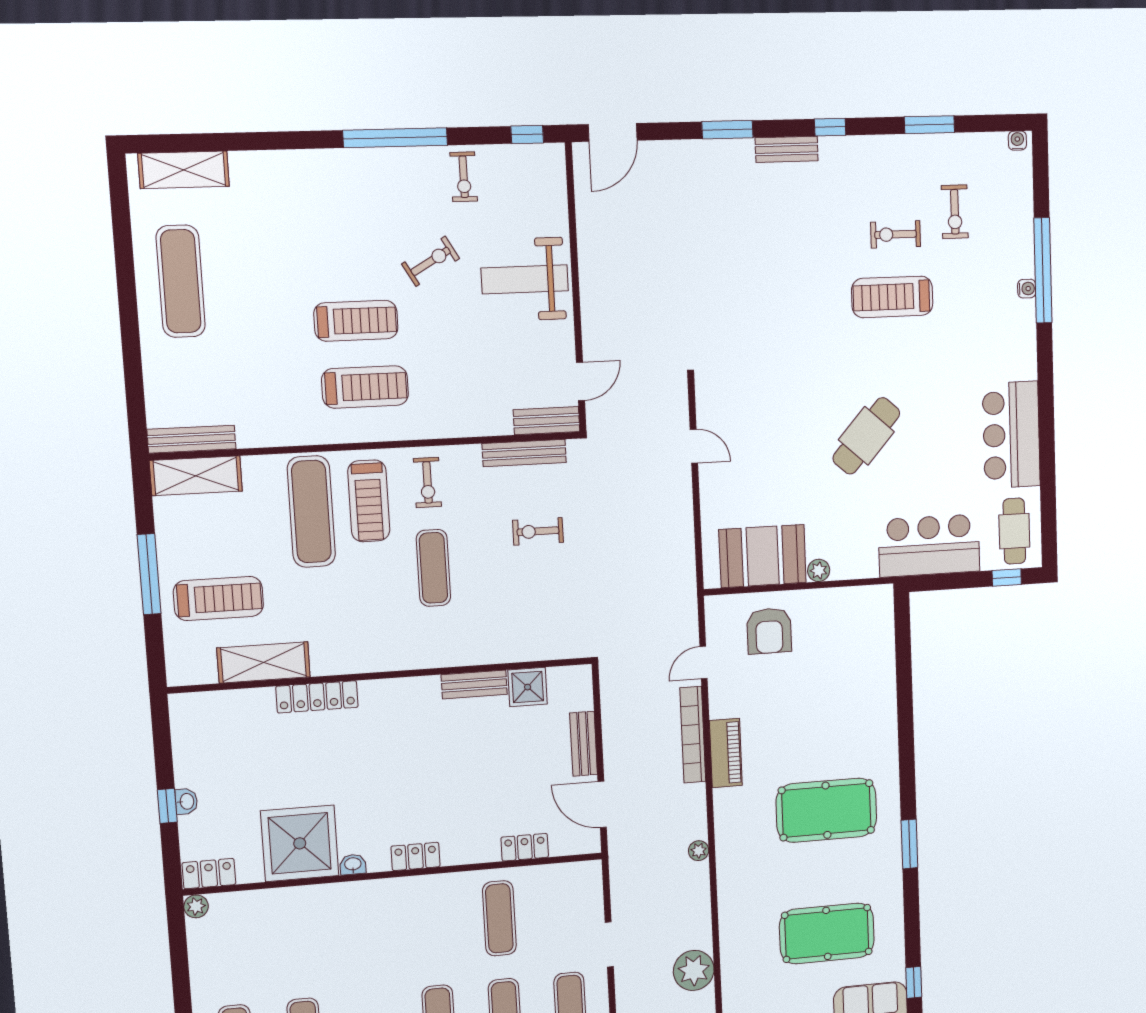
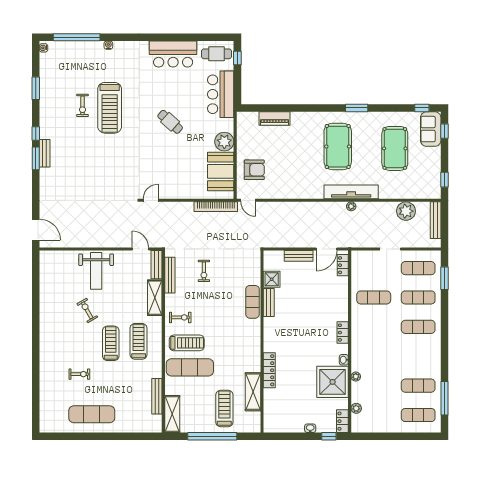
window: (727, 130) -> (36, 158), moved
window: (527, 134) -> (36, 266), removed
window: (395, 138) -> (36, 322), removed
shelving: (184, 170) -> (155, 298), moved
exercise bike: (464, 177) -> (79, 374), moved
exercise bike: (955, 212) -> (74, 78), removed
window: (1043, 270) -> (77, 37), moved
treadmill: (892, 297) -> (110, 108), width x1.37, depth x1.37
cafe table: (866, 436) -> (170, 122), width x0.73, depth x0.74
bench: (192, 439) -> (157, 396), moved
door: (694, 446) -> (151, 200), moved
exercise mat: (433, 568) -> (252, 302), moved, turned 90
plant: (819, 570) -> (224, 142), width x1.88, depth x1.88
window: (149, 574) -> (212, 436), width x1.46
door: (703, 663) -> (248, 200), moved
bookcase: (693, 735) -> (216, 207), moved
piano: (726, 753) -> (275, 118), moved, turned 180
window: (167, 806) -> (329, 436), moved
locker: (525, 847) -> (343, 265), moved
tv unit: (730, 848) -> (351, 192), added
plant: (316, 895) -> (356, 377), added
plant: (196, 906) -> (356, 408), moved

